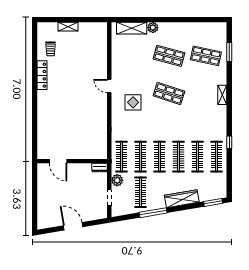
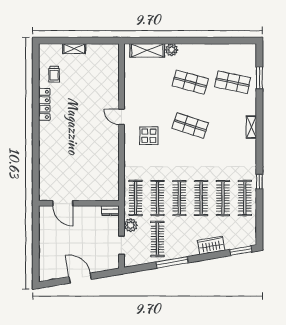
wardrobe: (182, 199) -> (211, 245), width x0.67

